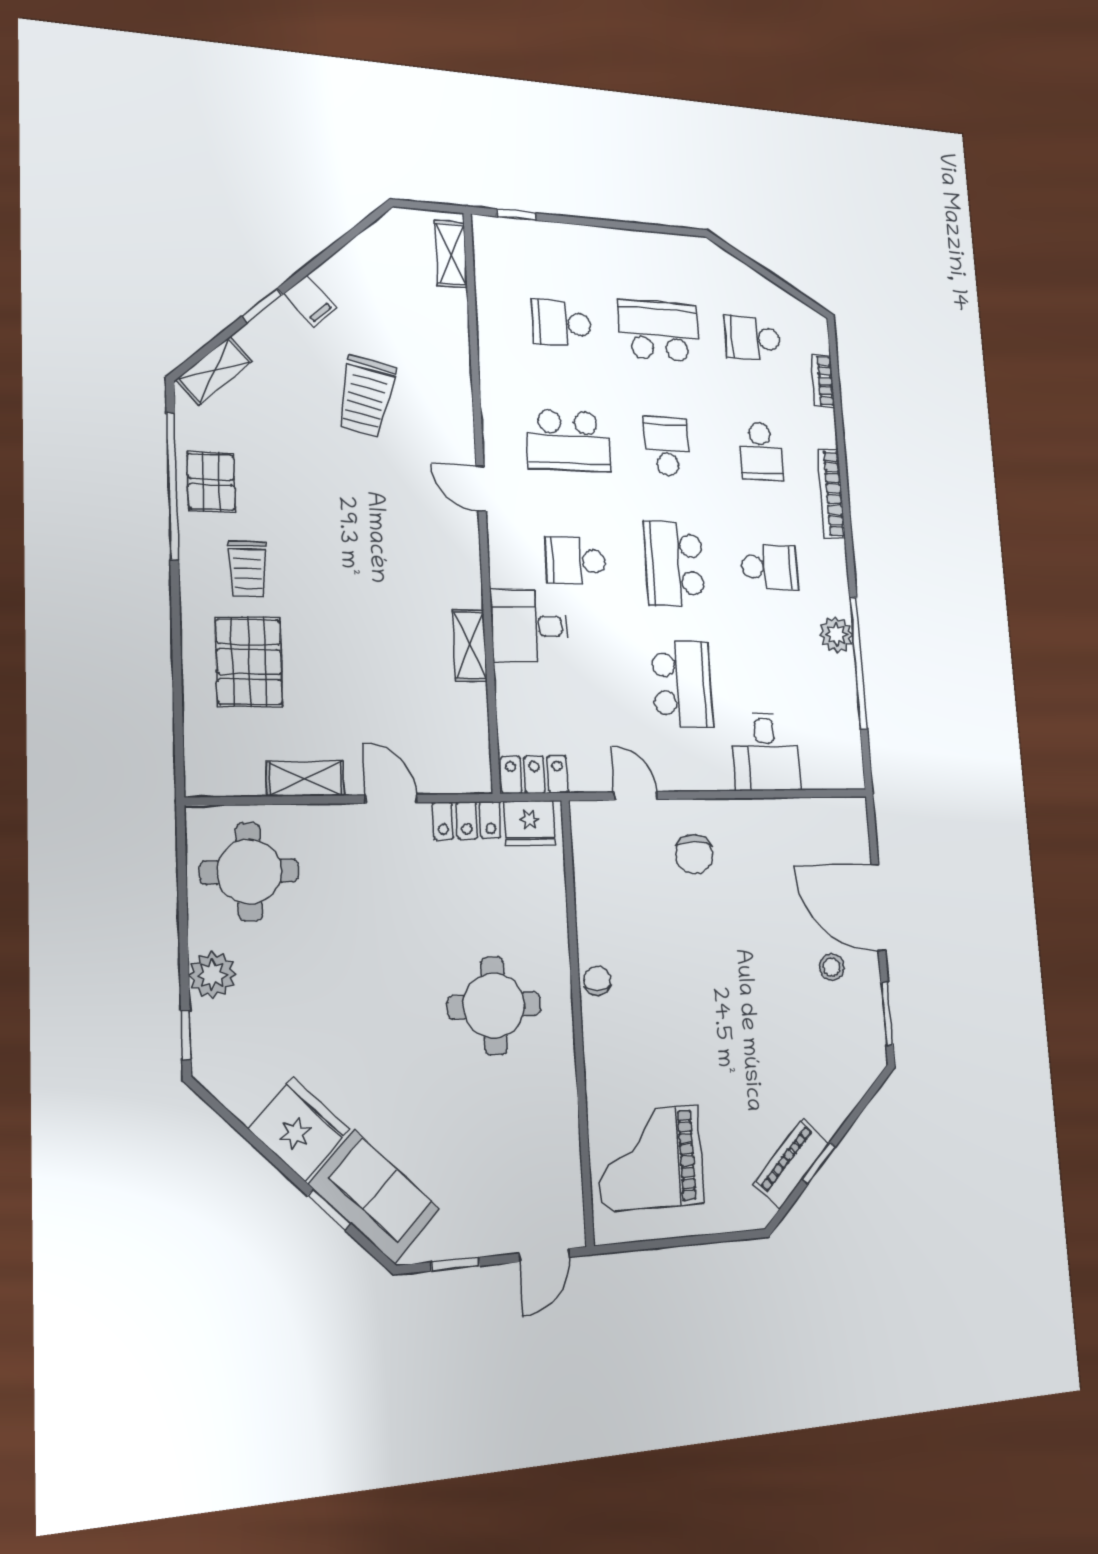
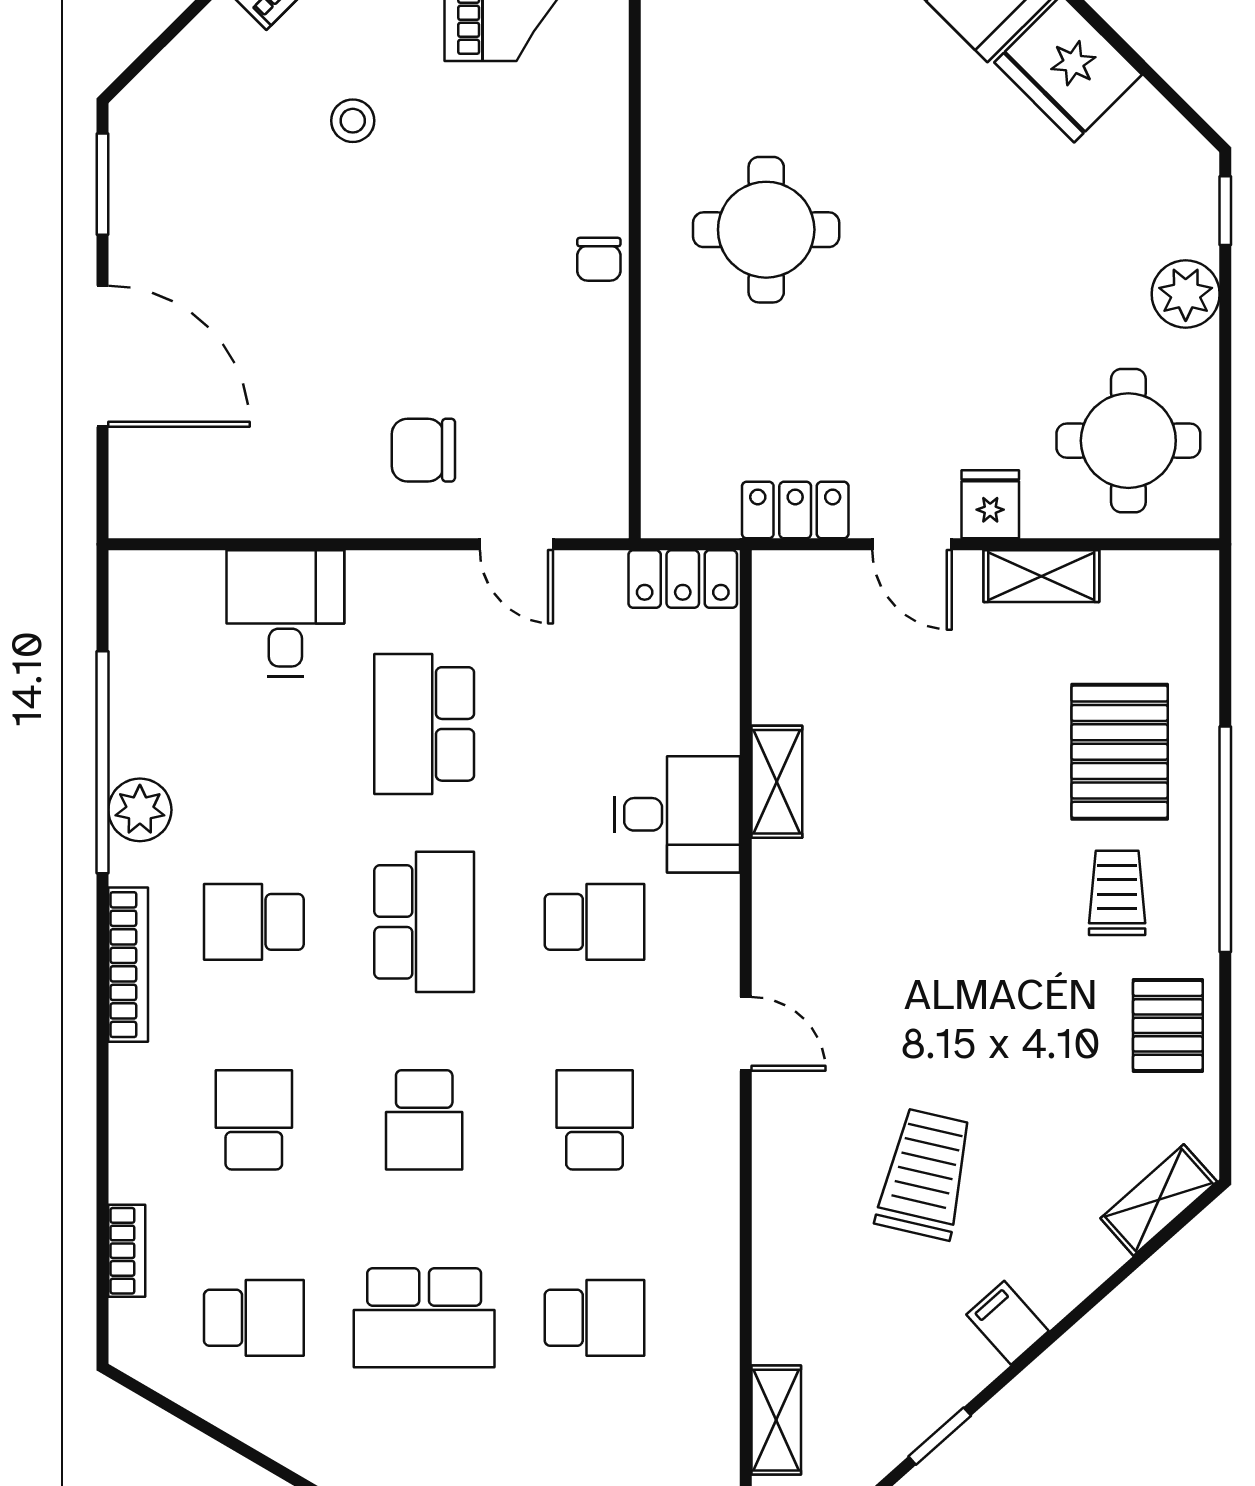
window: (262, 306) -> (940, 1436), moved
school desk: (568, 441) -> (595, 1120), width x0.54
window: (172, 486) -> (1225, 839), moved
bookcase: (831, 494) -> (128, 965), moved
fridge: (530, 823) -> (990, 504), moved, width x0.72
chair: (694, 854) -> (423, 450), turned -92
stool: (832, 967) -> (353, 121), moved

